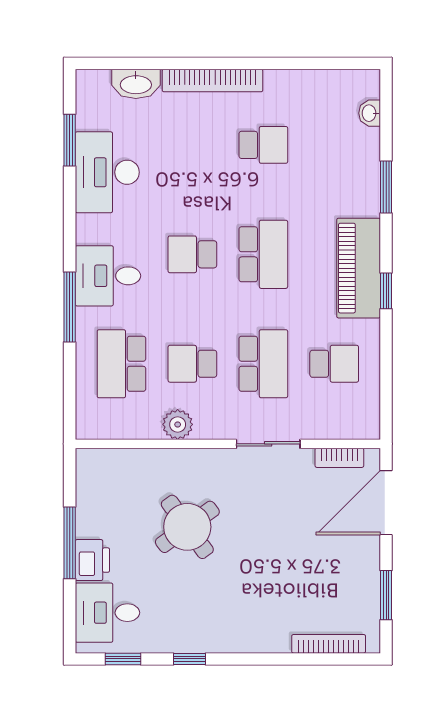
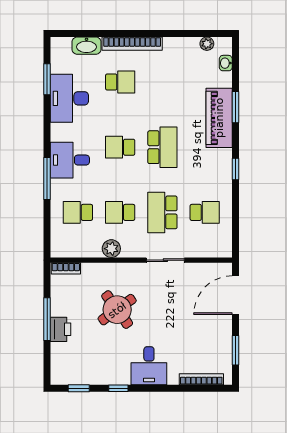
plant: (338, 81) -> (207, 44), added
school desk: (263, 145) -> (120, 82), moved
piano: (359, 268) -> (219, 118), moved
school desk: (121, 364) -> (78, 212), width x0.54
school desk: (263, 364) -> (162, 212), turned 180
bookcase: (339, 458) -> (66, 268), moved
desk: (107, 613) -> (149, 366), moved, turned -90

